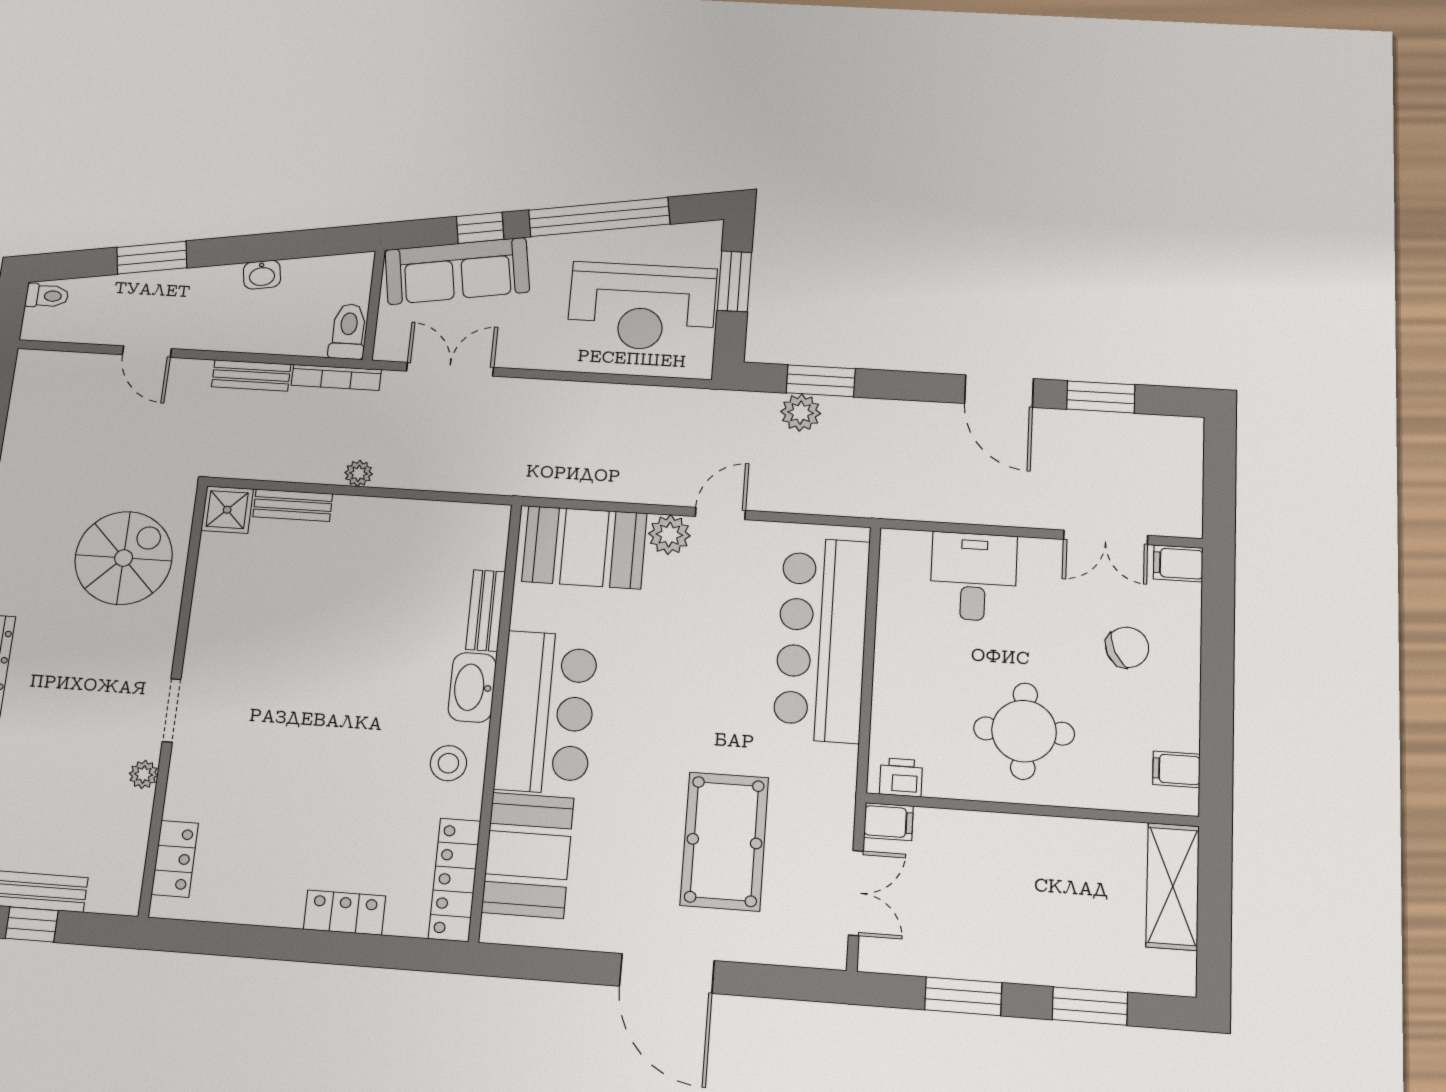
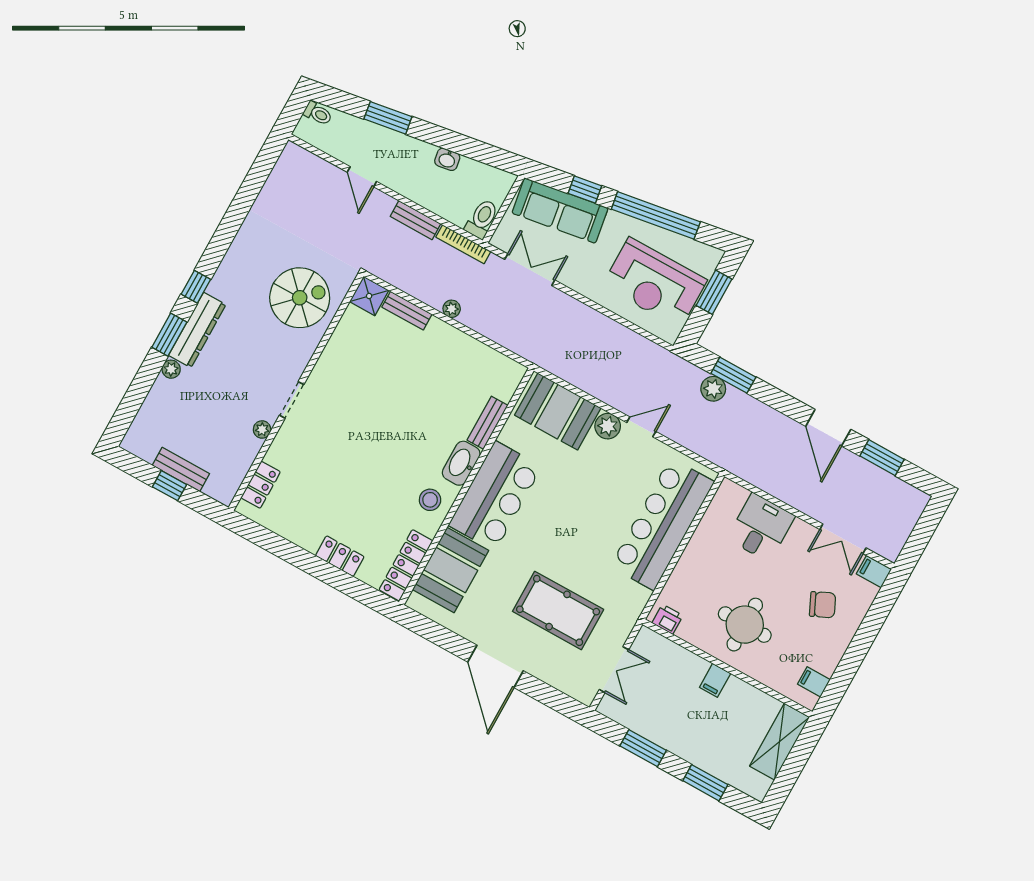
filing cabinet: (889, 822) -> (715, 680), moved, turned 90
pool table: (724, 841) -> (558, 610), turned 90

